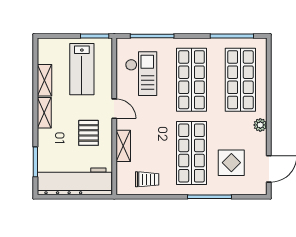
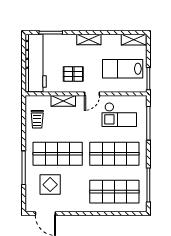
shelving: (44, 80) -> (134, 40), moved
plant: (260, 125) -> (79, 207), removed

